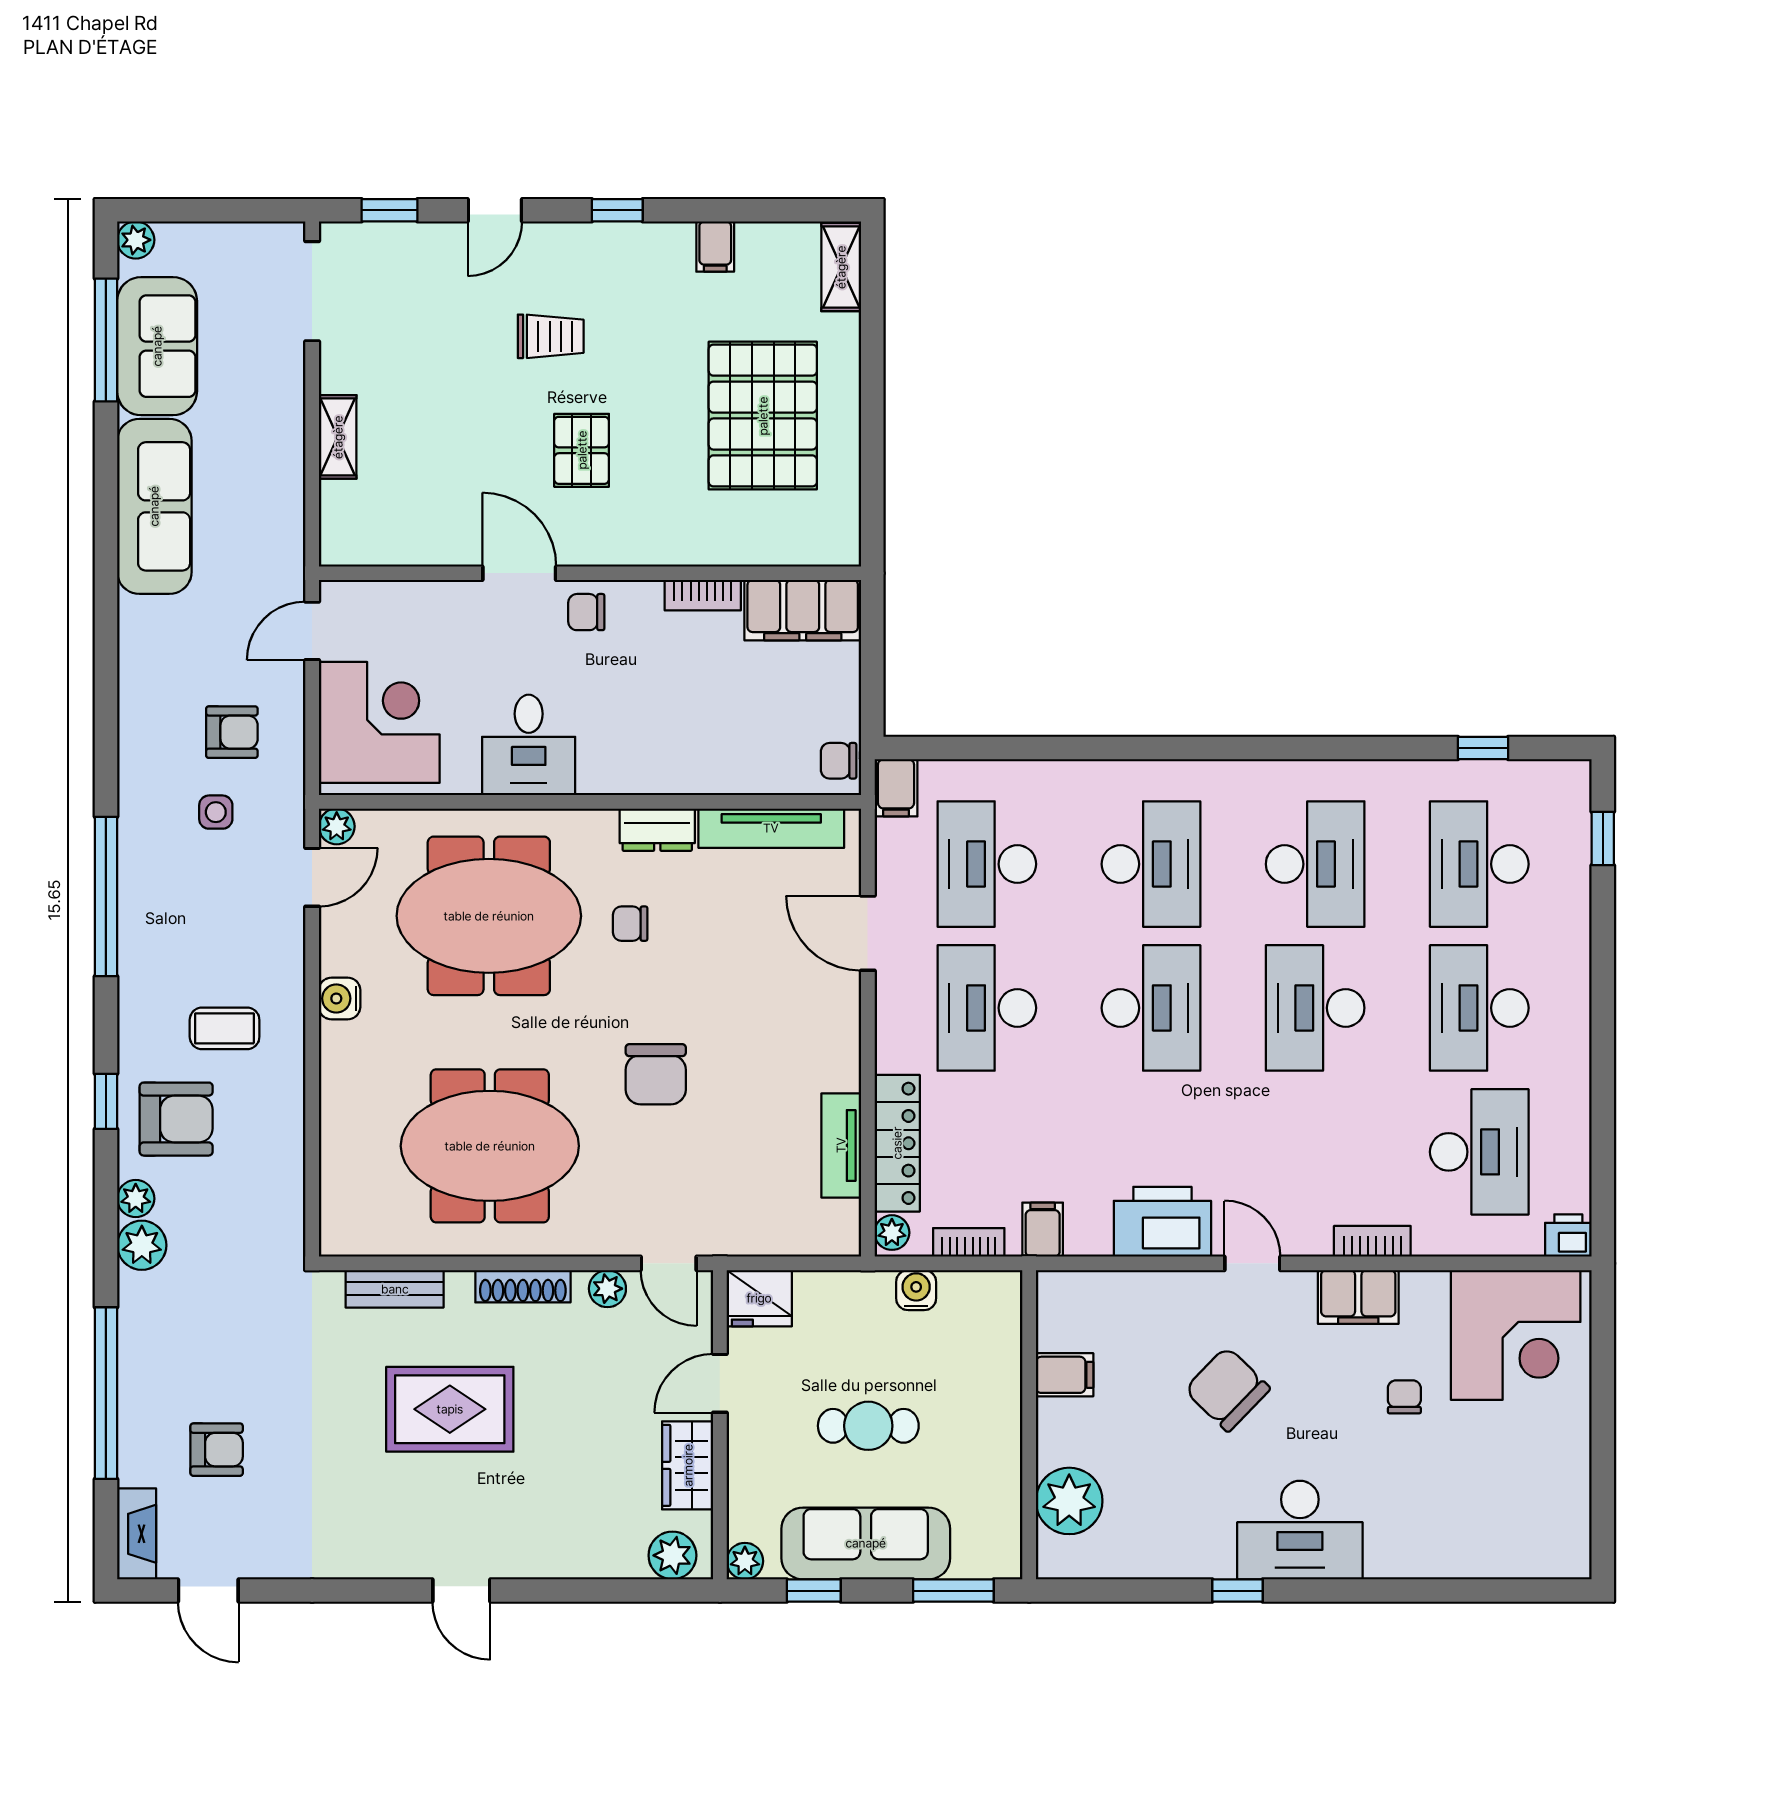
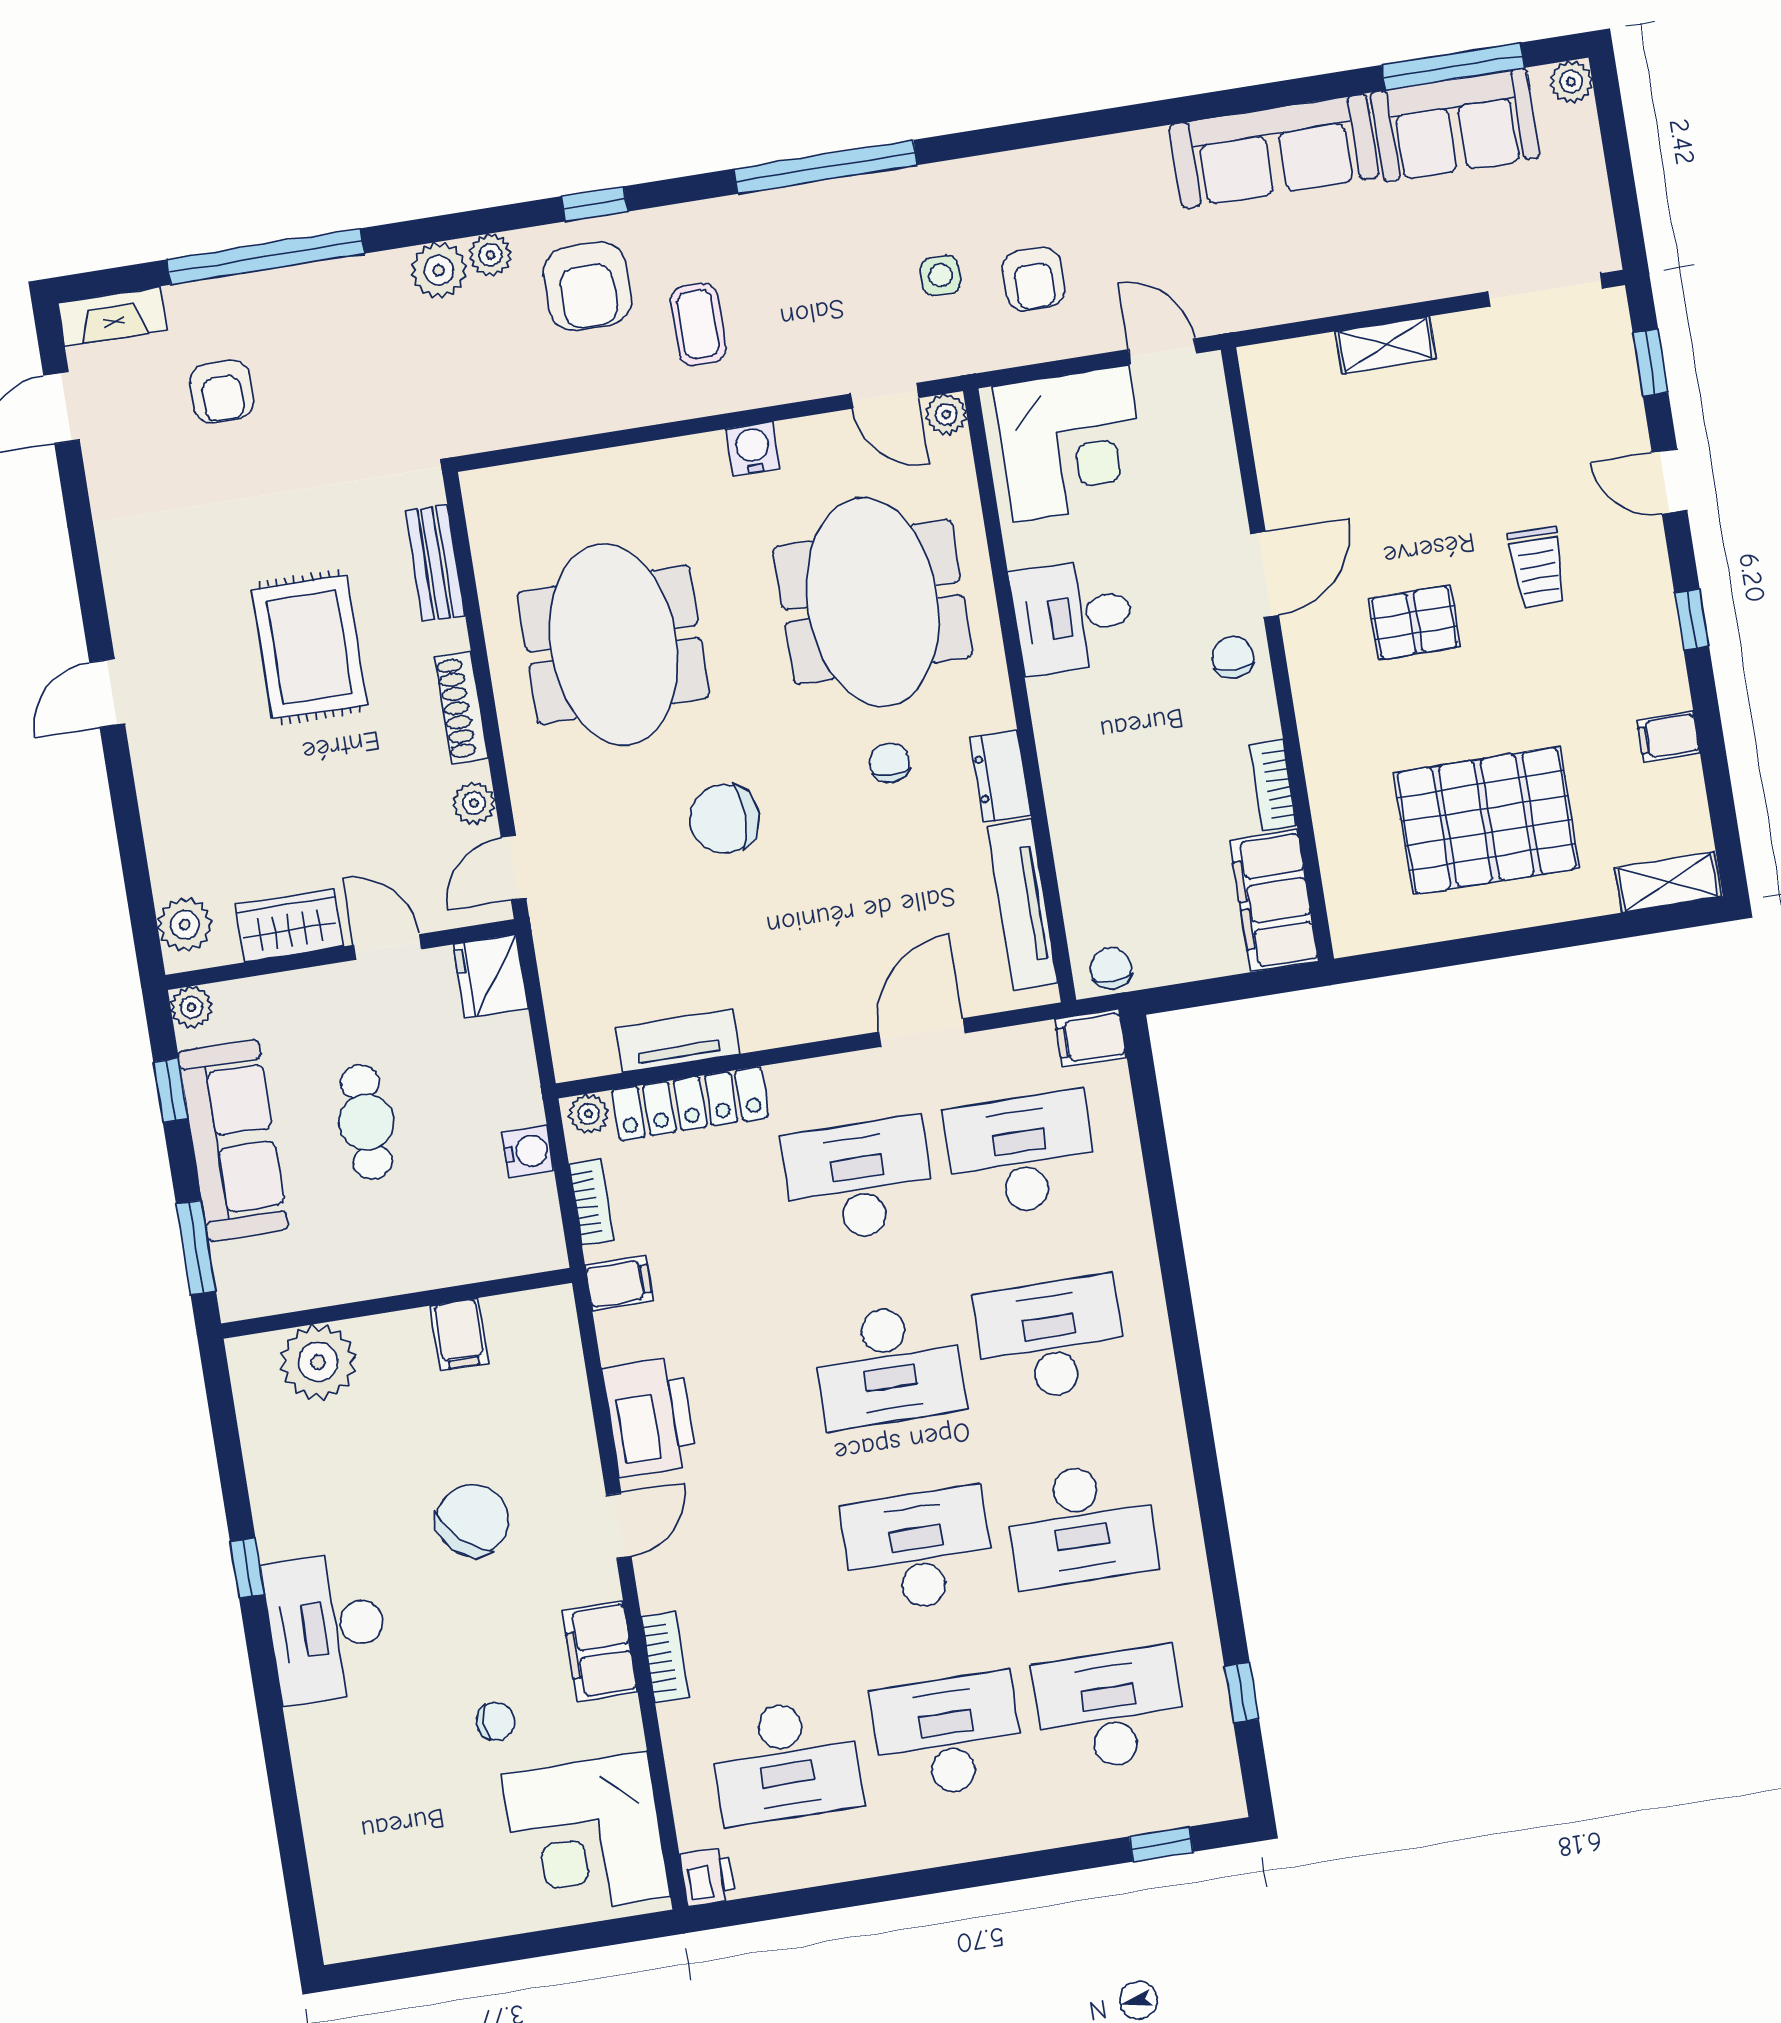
desk: (1151, 864) -> (1051, 1339), turned 180

